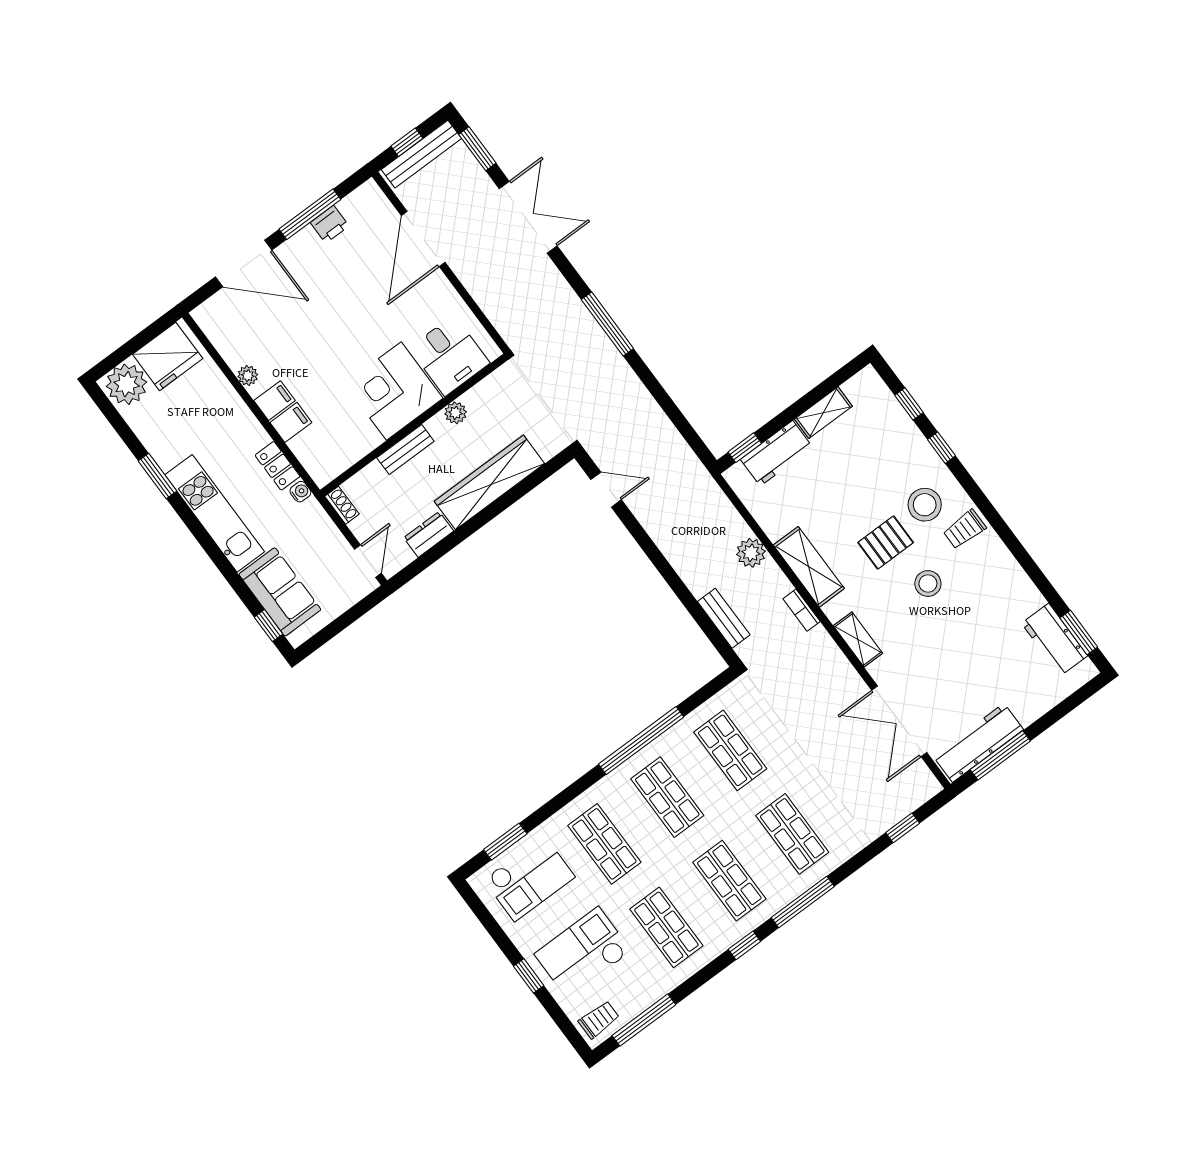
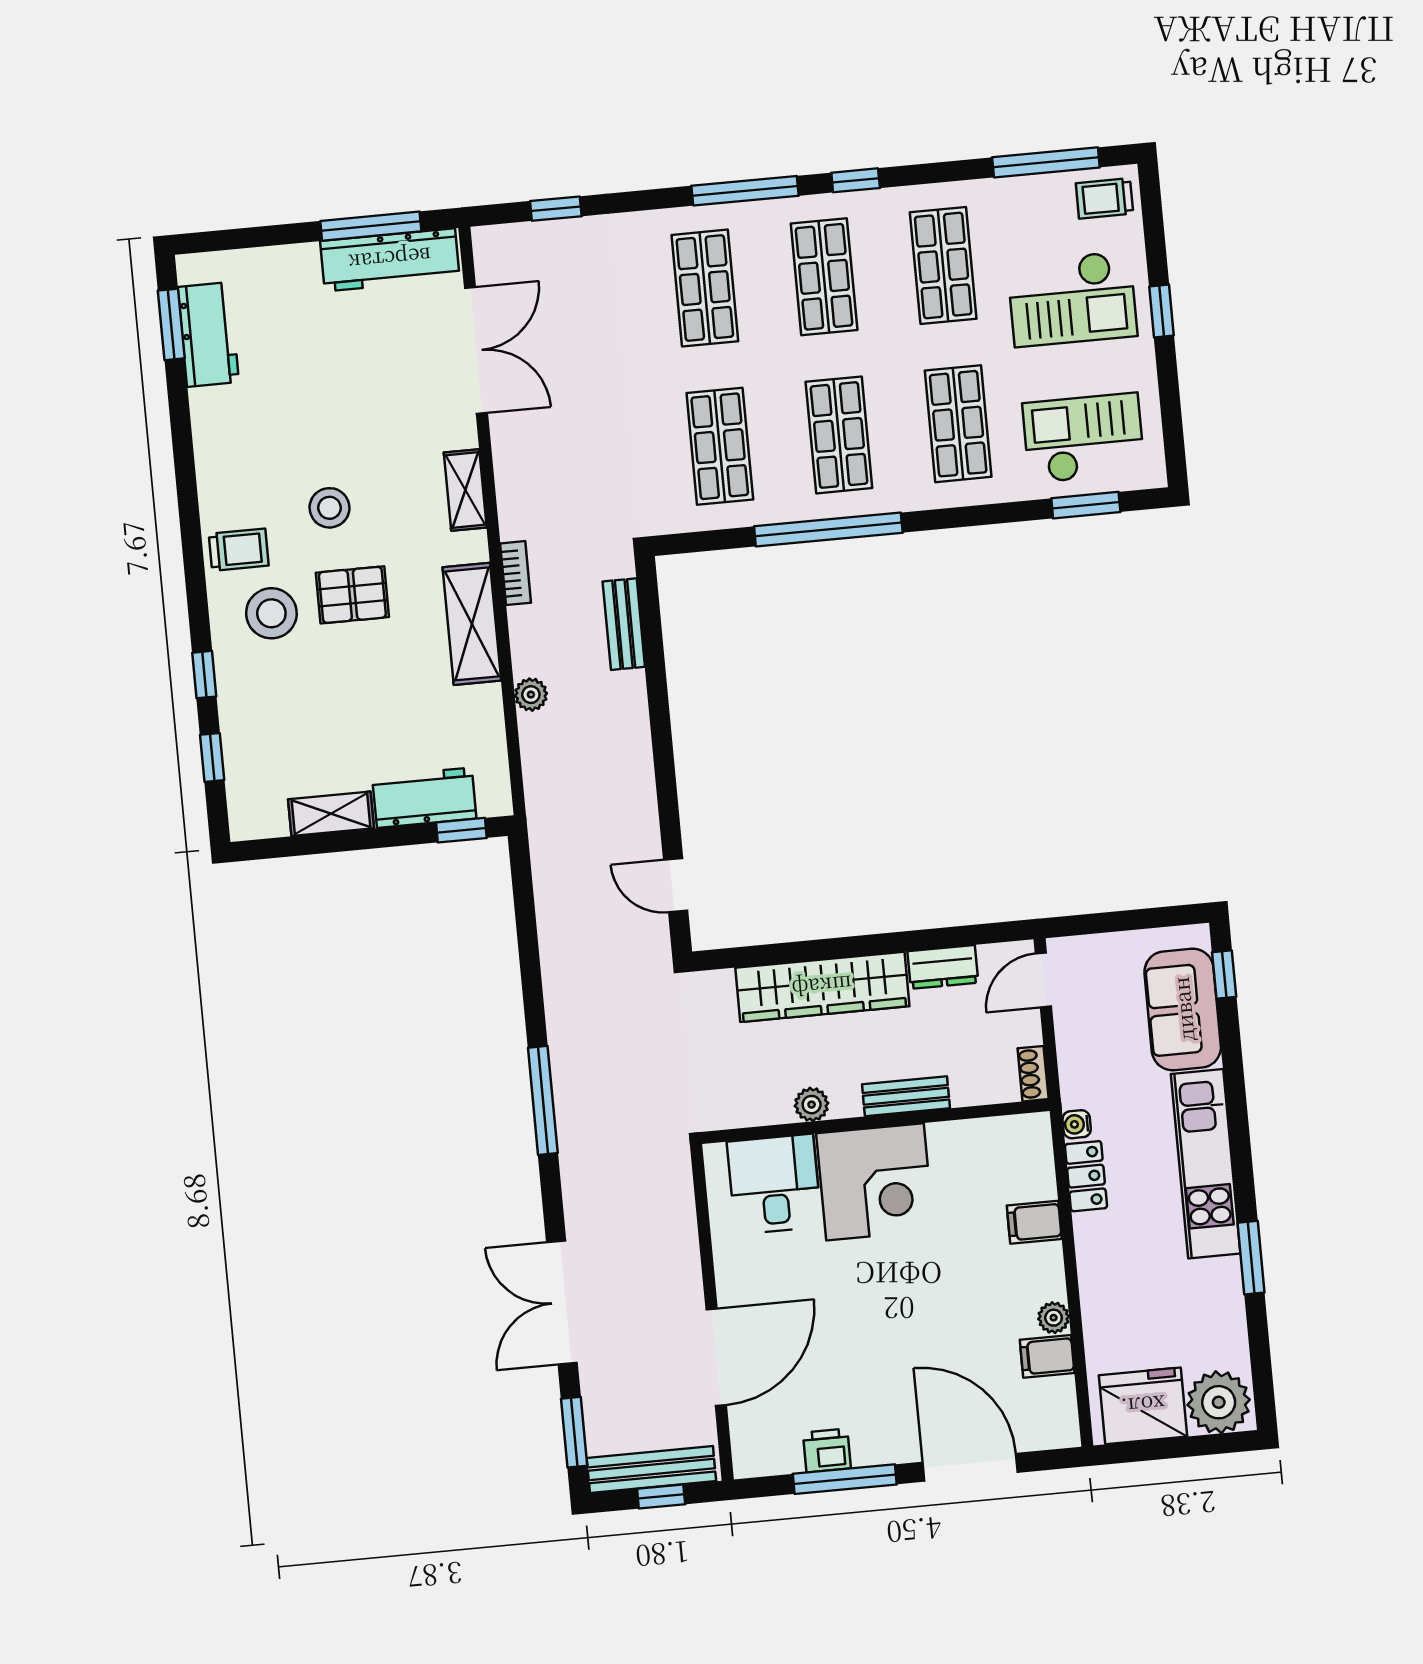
filing cabinet: (274, 401) -> (1047, 1356), moved
plant: (751, 553) -> (531, 695), width x0.73, depth x0.73

